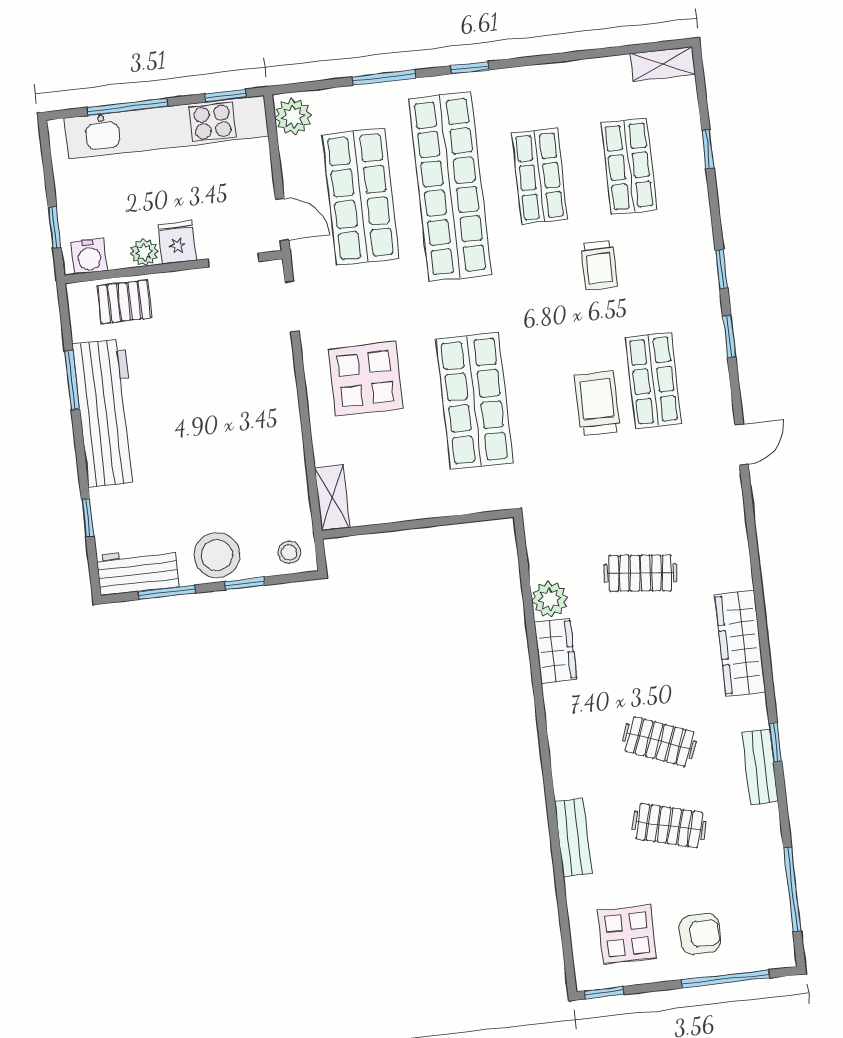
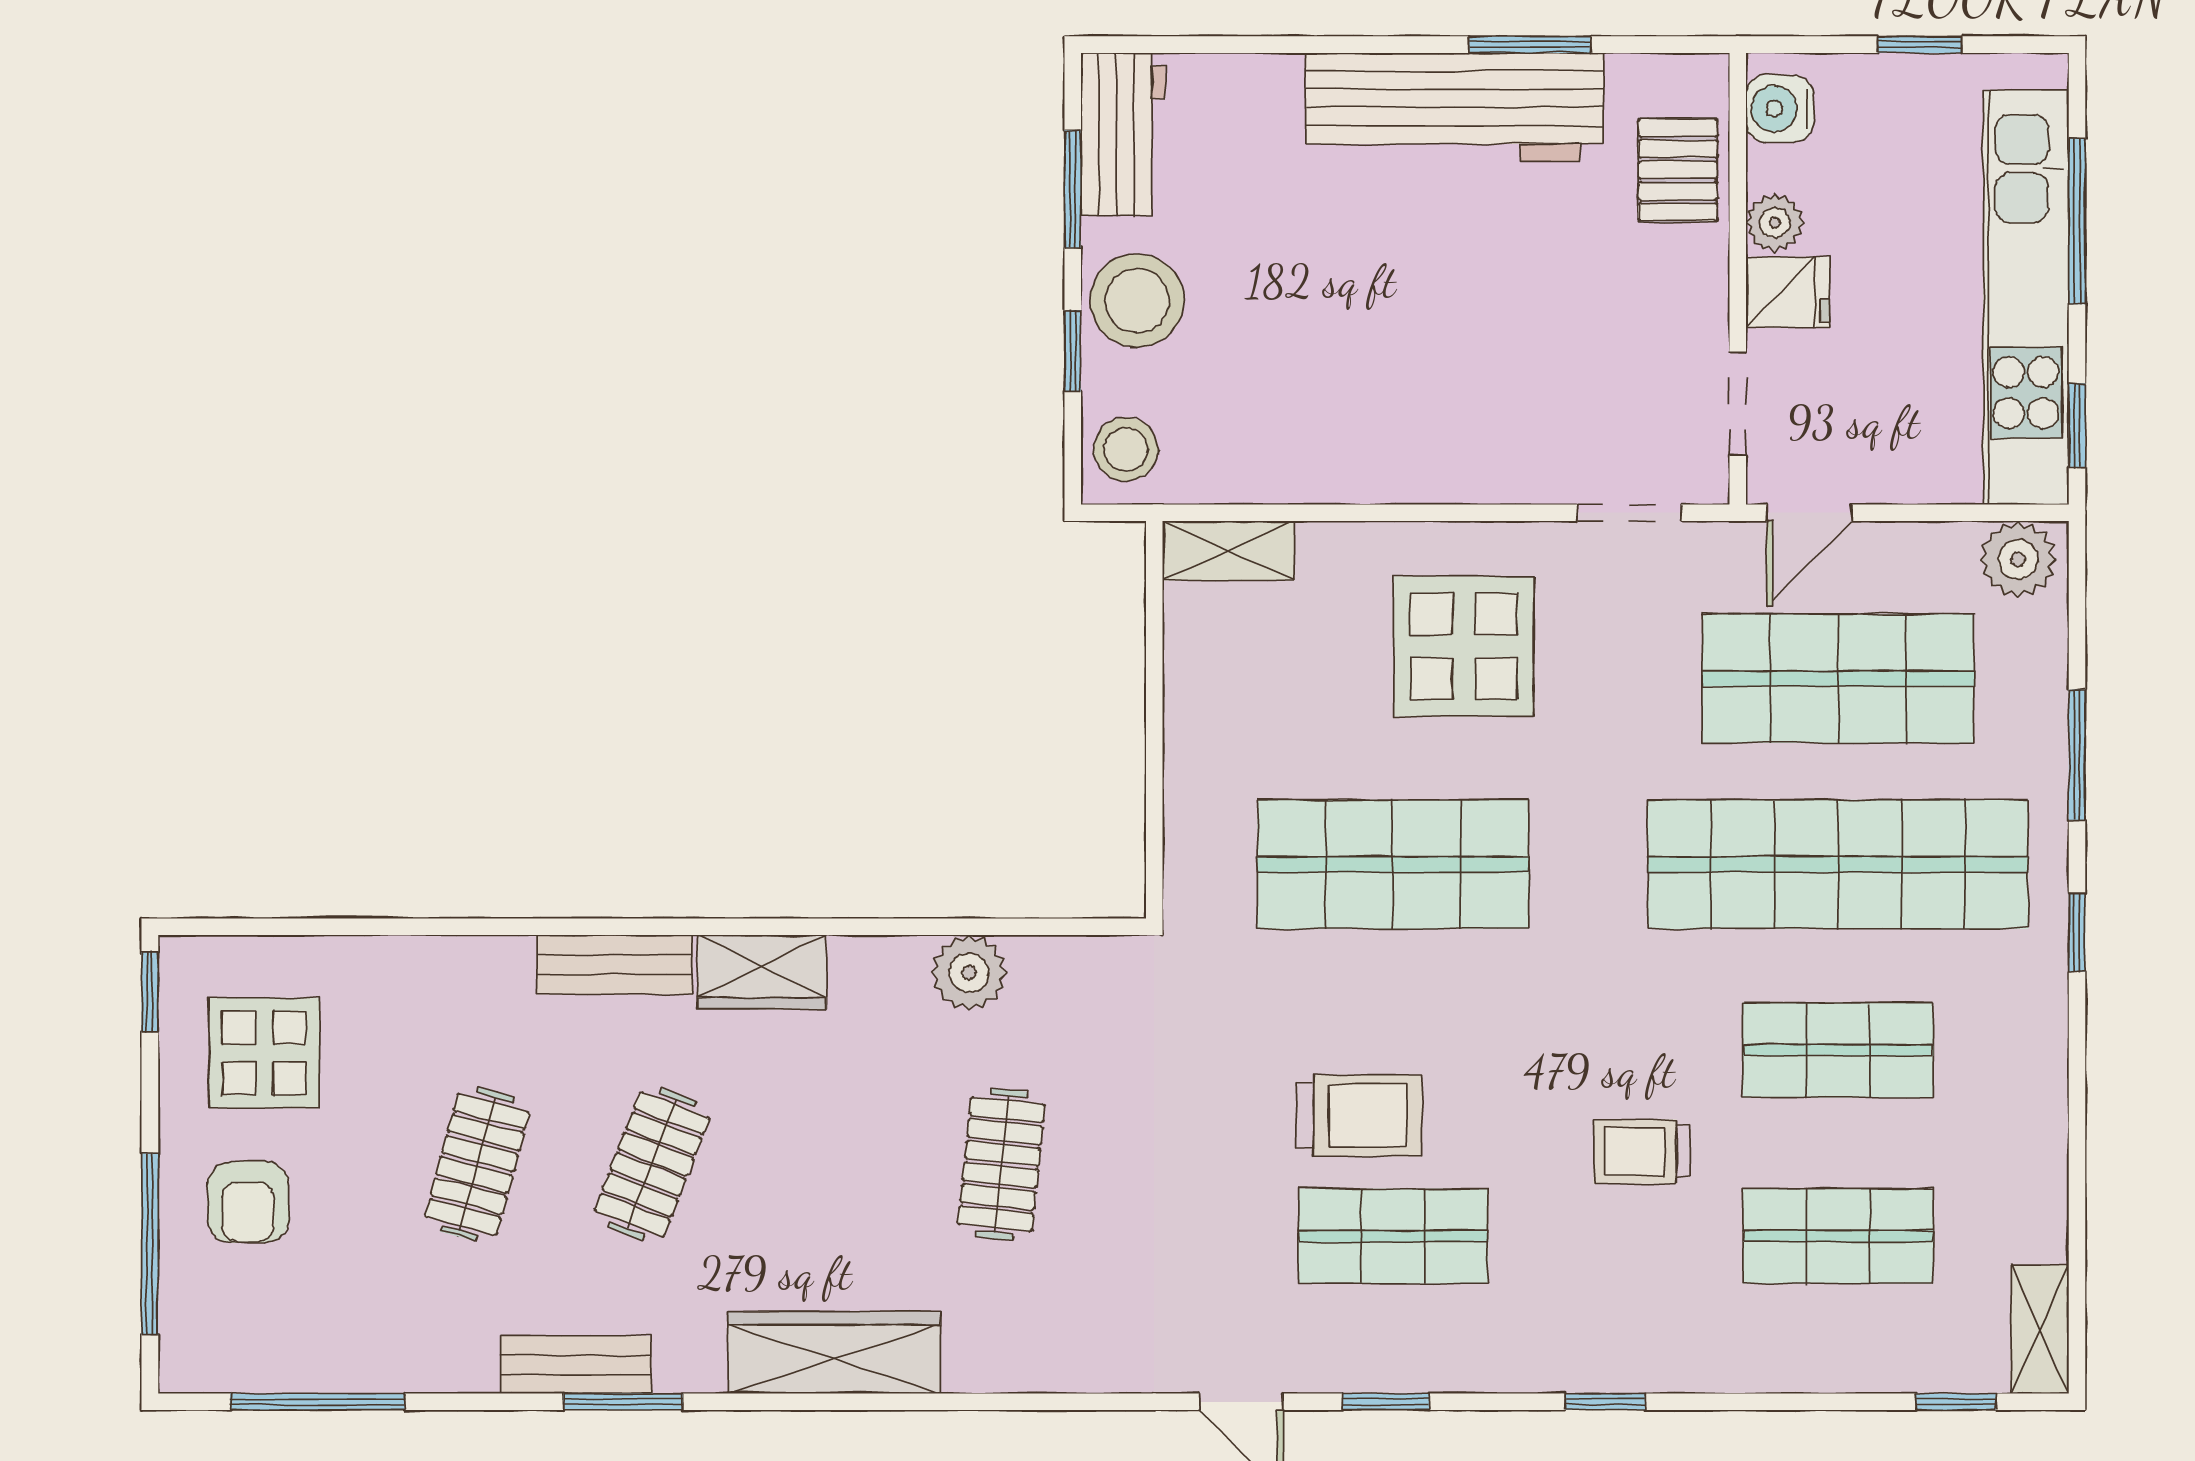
window: (708, 149) -> (1956, 1402), moved
window: (55, 227) -> (1920, 45), moved
window: (729, 337) -> (1386, 1402), moved
window: (88, 518) -> (1244, 45), removed
stool: (289, 552) -> (1126, 449), width x1.37, depth x1.37
wardrobe: (555, 651) -> (762, 972), moved
window: (775, 742) -> (623, 1402), width x1.50
bench: (573, 837) -> (615, 965), moved

